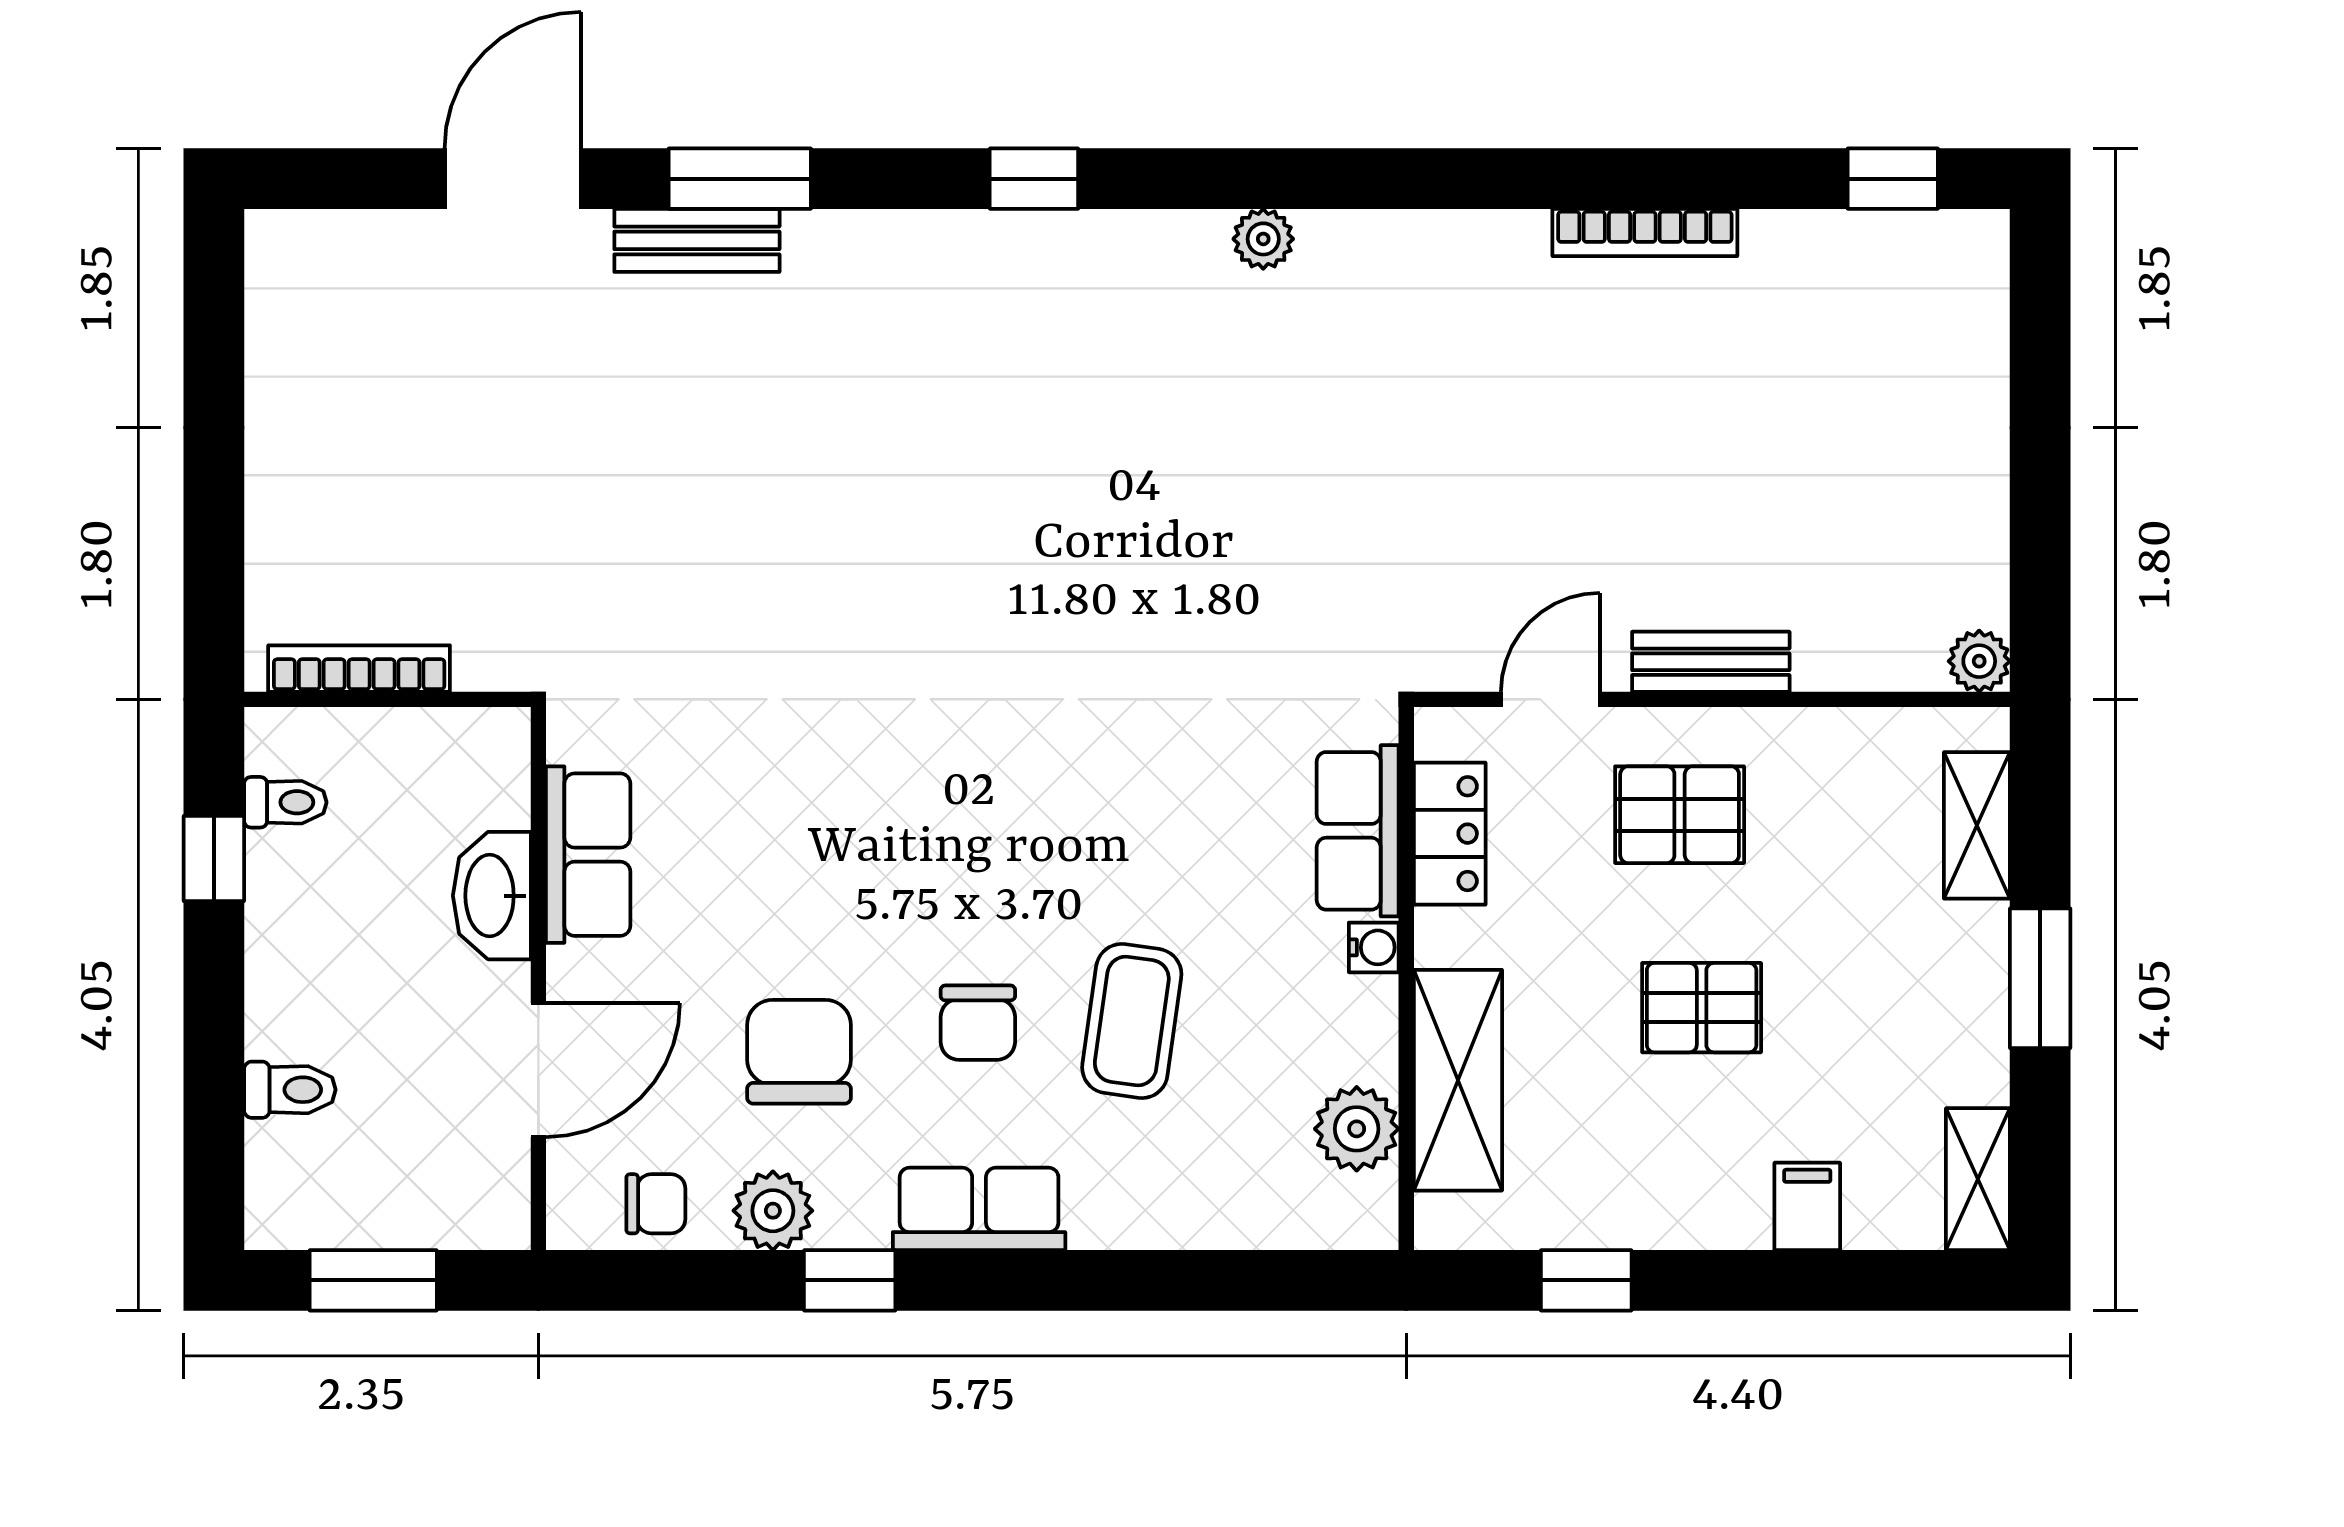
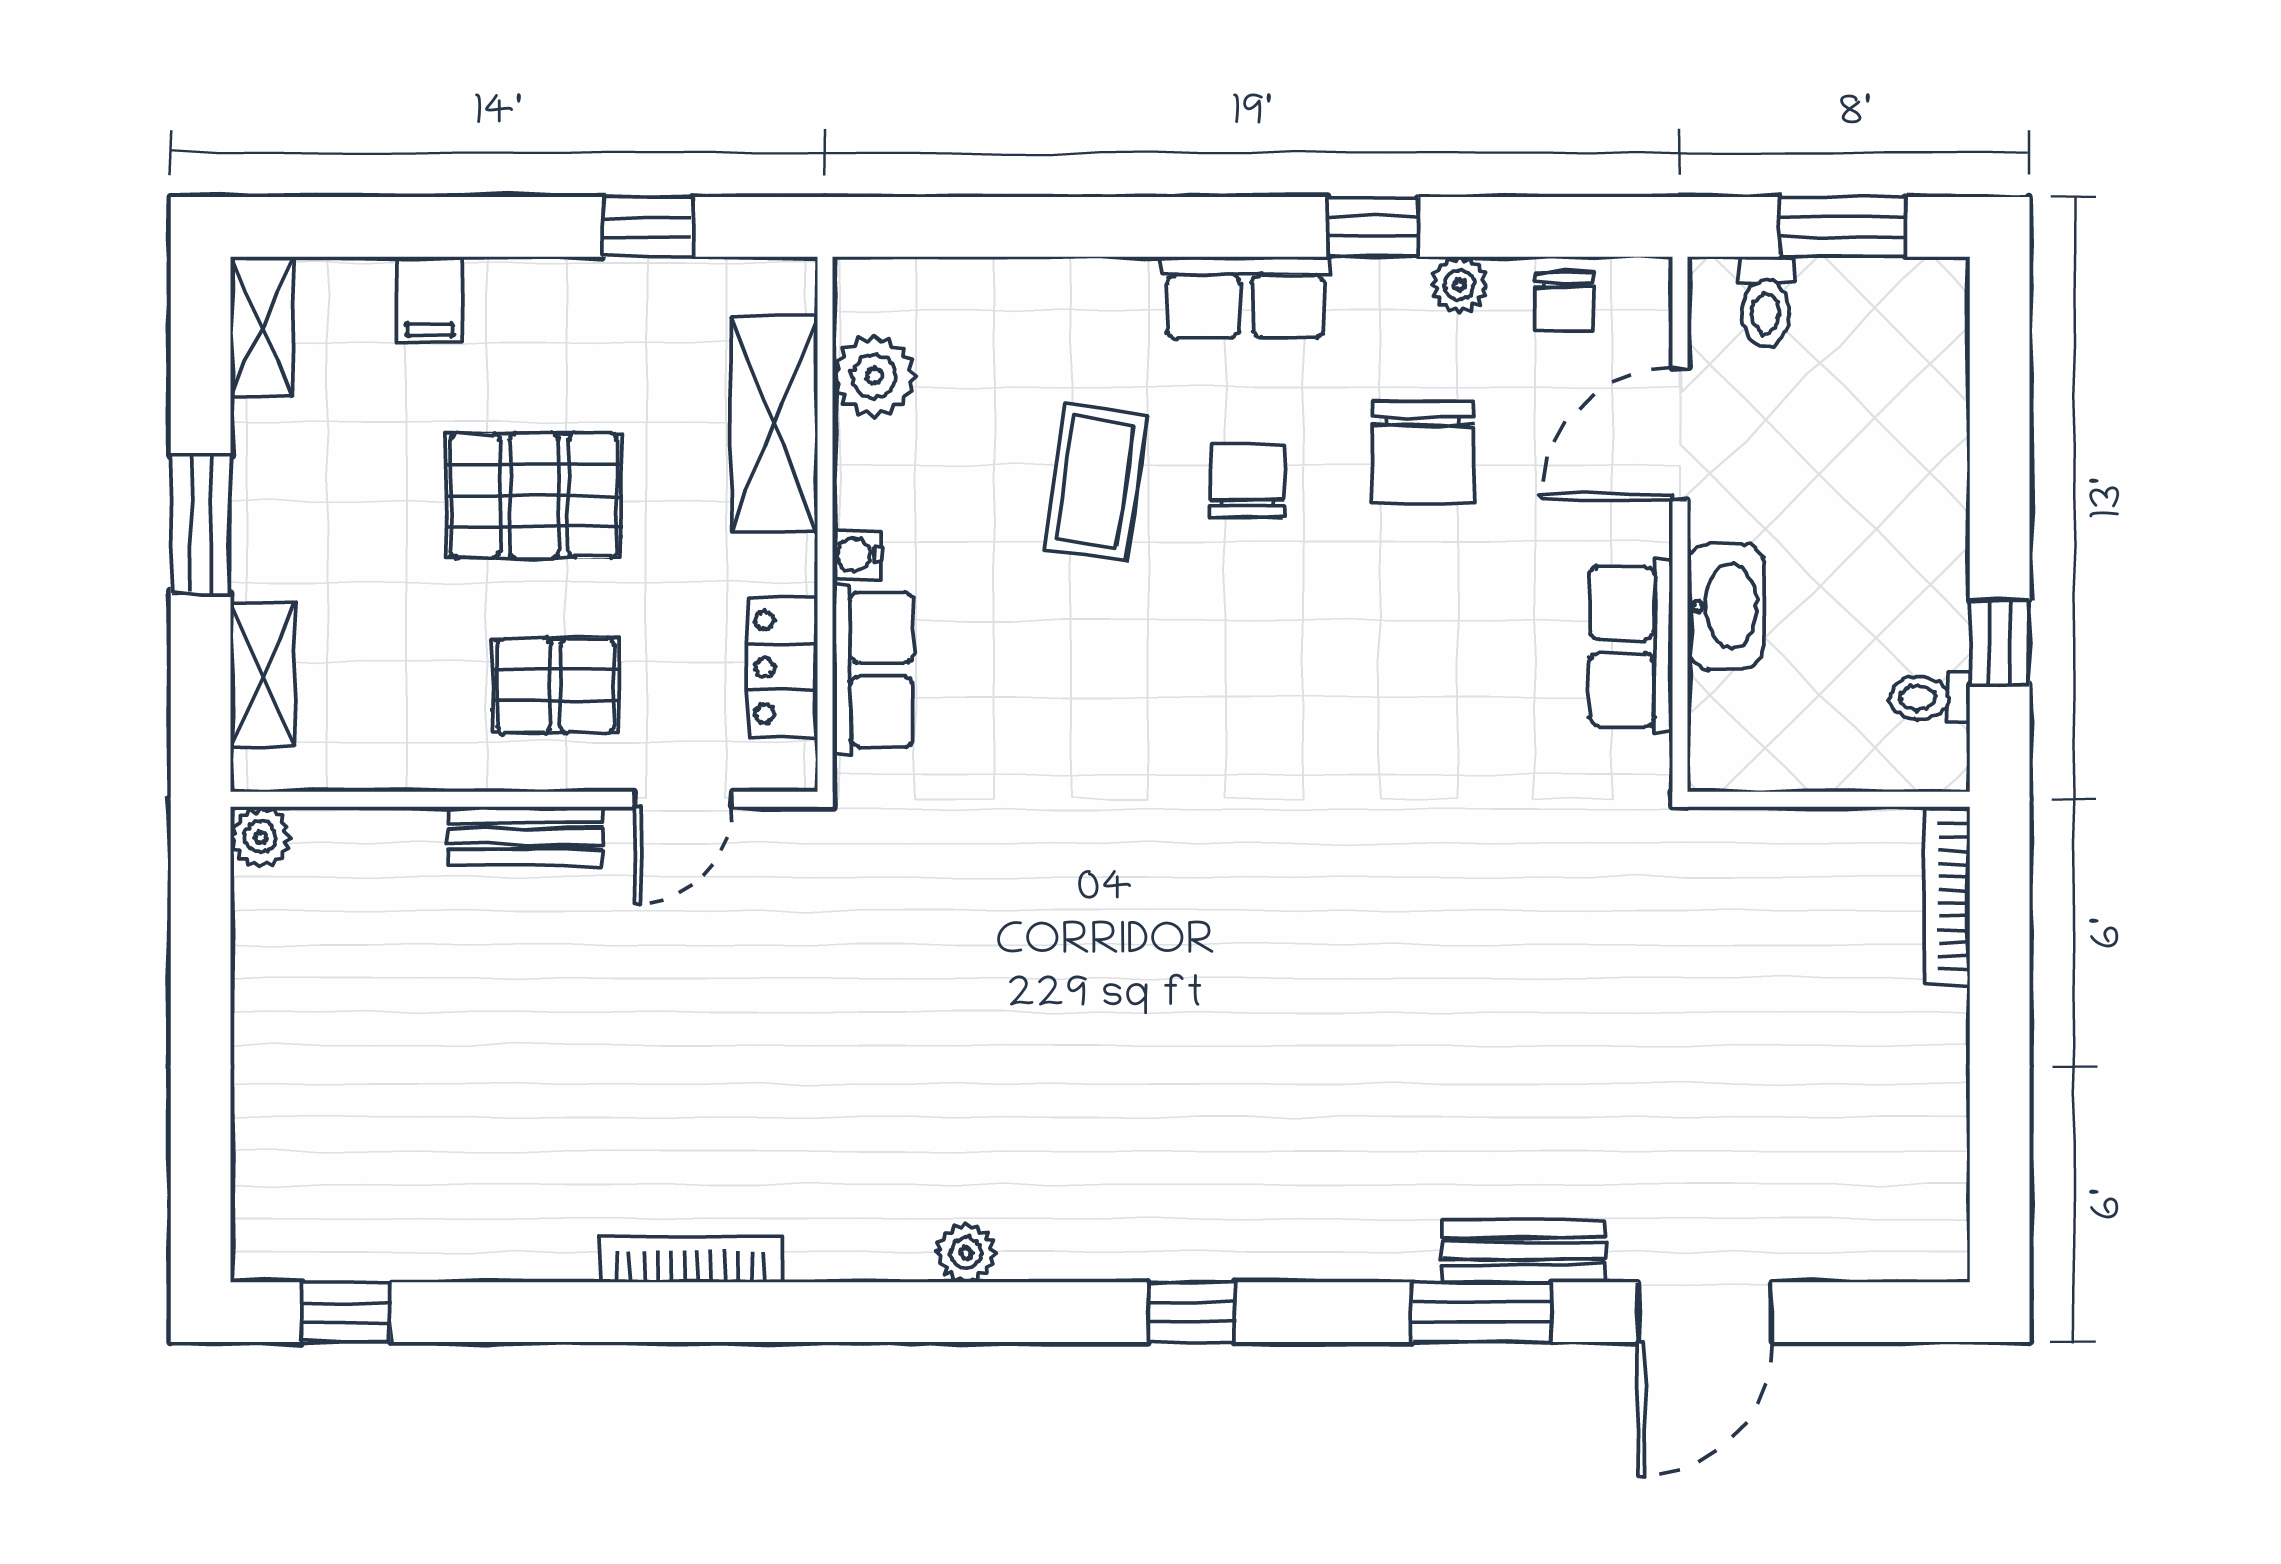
bookcase: (1645, 233) -> (691, 1259), moved
bookcase: (359, 669) -> (1947, 896), moved, turned 90
pallet: (1702, 1008) -> (534, 496), width x1.50, depth x1.42
toilet: (290, 1090) -> (1766, 302), moved, turned -90
chair: (656, 1204) -> (1564, 302), turned -90
plant: (773, 1211) -> (1460, 285), width x0.73, depth x0.73

